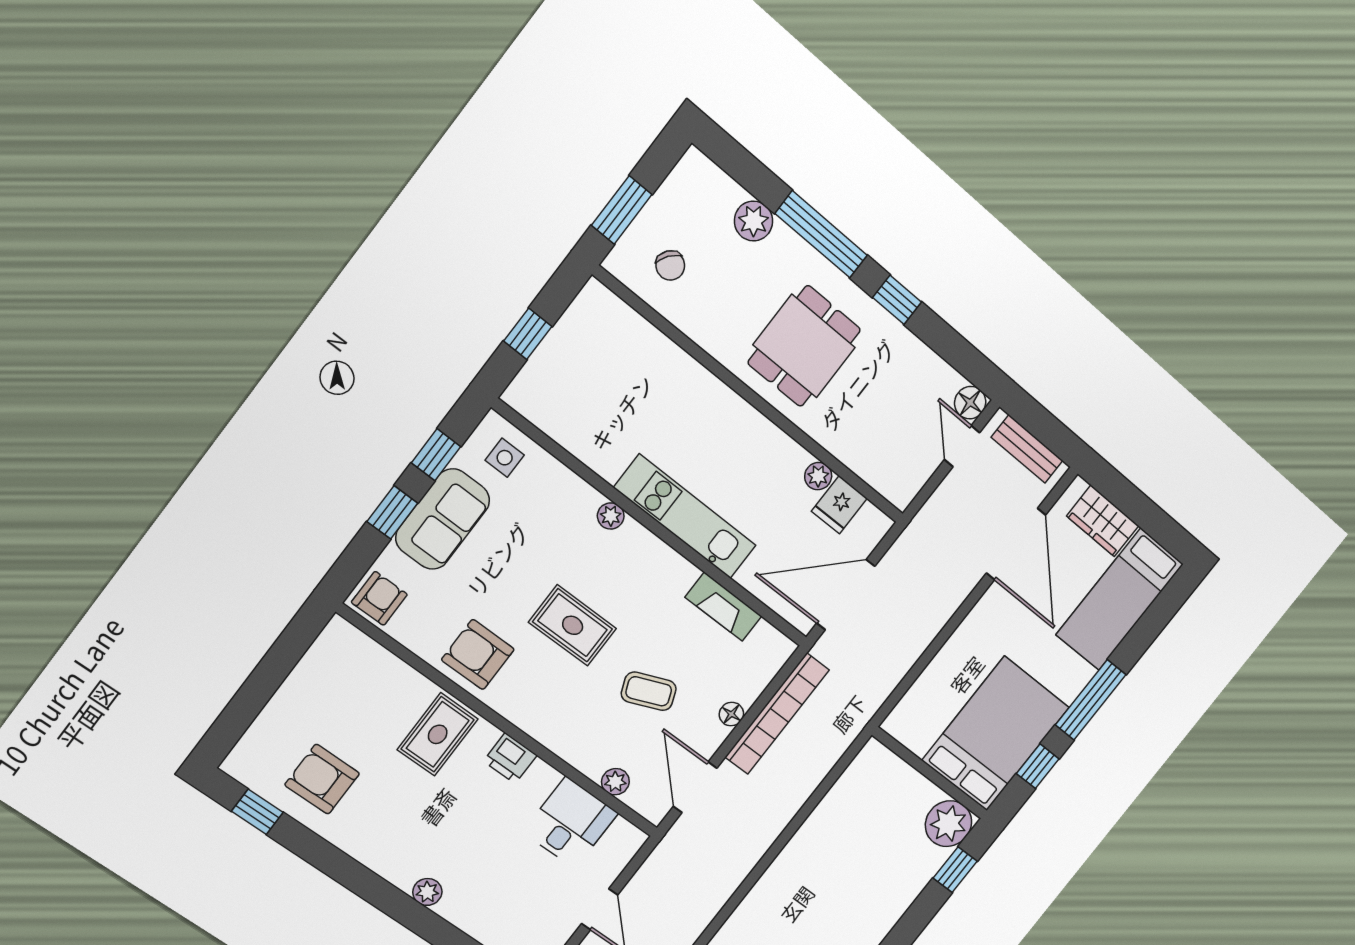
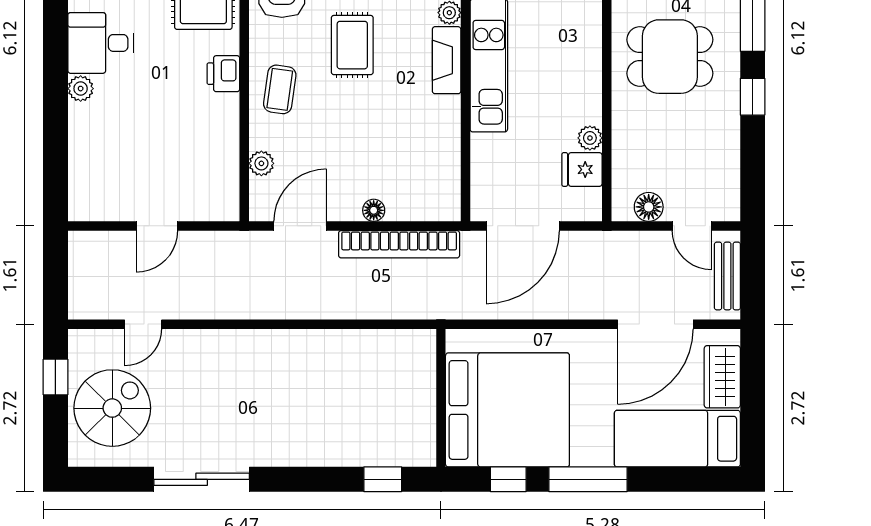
floor lamp: (970, 403) -> (649, 207), moved
door: (962, 446) -> (692, 226), swing flipped
door: (846, 595) -> (523, 226), swing flipped
fireplace: (723, 607) -> (447, 60), moved
coffee table: (649, 691) -> (280, 89), moved, turned 30
bed: (996, 734) -> (507, 410), width x1.36
desk: (570, 823) -> (100, 43), moved, turned 180
plant: (948, 824) -> (414, 444), removed

